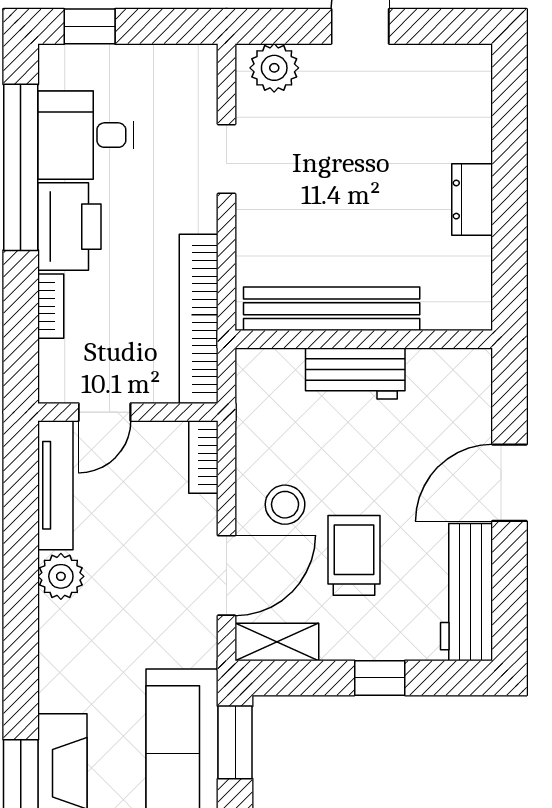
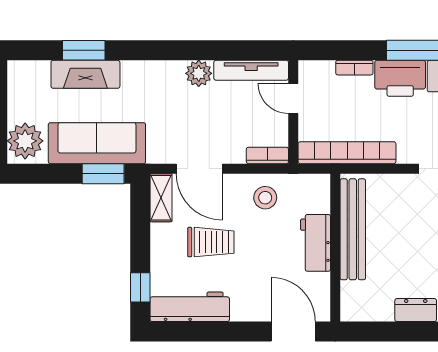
door: (509, 483) -> (293, 332), moved
stool: (285, 505) -> (265, 198), moved
window: (380, 678) -> (140, 287), moved

